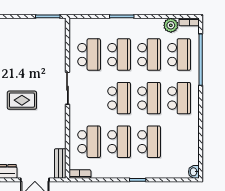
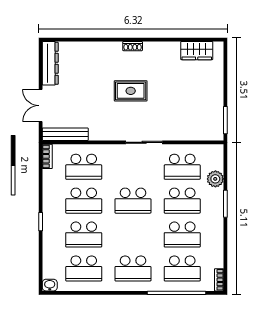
plant: (171, 25) -> (215, 179), moved
school desk: (149, 98) -> (84, 268), moved
rug: (22, 100) -> (131, 91), turned 90
bench: (60, 163) -> (65, 134), width x1.36

